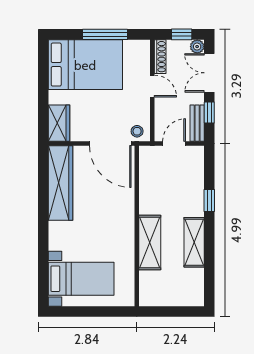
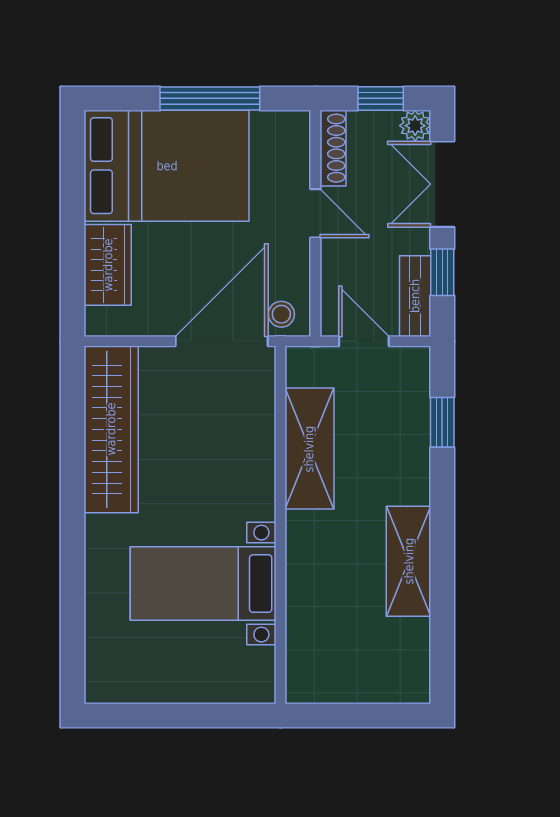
wardrobe: (59, 123) -> (108, 265), moved
door: (110, 143) -> (222, 341), swing flipped
door: (174, 143) -> (364, 341), hinge flipped
window: (209, 201) -> (442, 422), moved
shelving: (150, 242) -> (309, 449), moved
bed with nightstands: (81, 279) -> (203, 584), moved, turned 180

